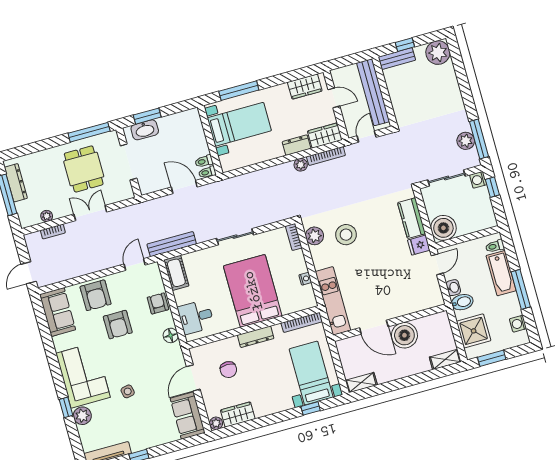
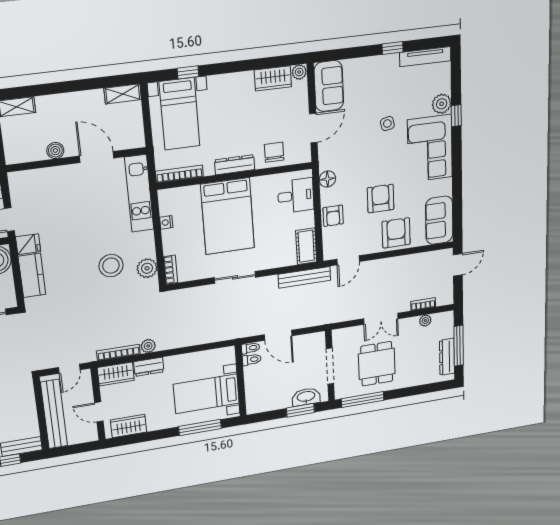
boiler: (404, 335) -> (55, 151), width x0.54, depth x0.54
chair: (228, 370) -> (274, 152), moved

